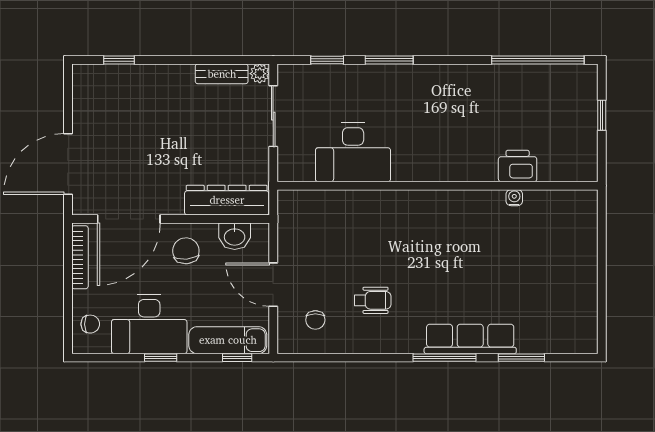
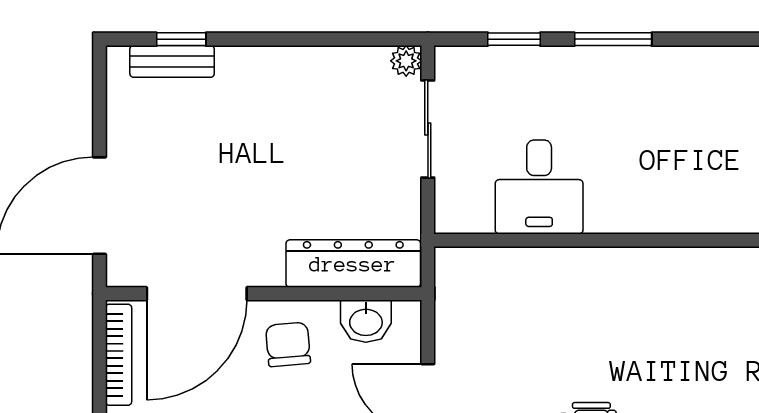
bench: (222, 74) -> (172, 61), moved
desk: (353, 152) -> (539, 187), width x0.73

